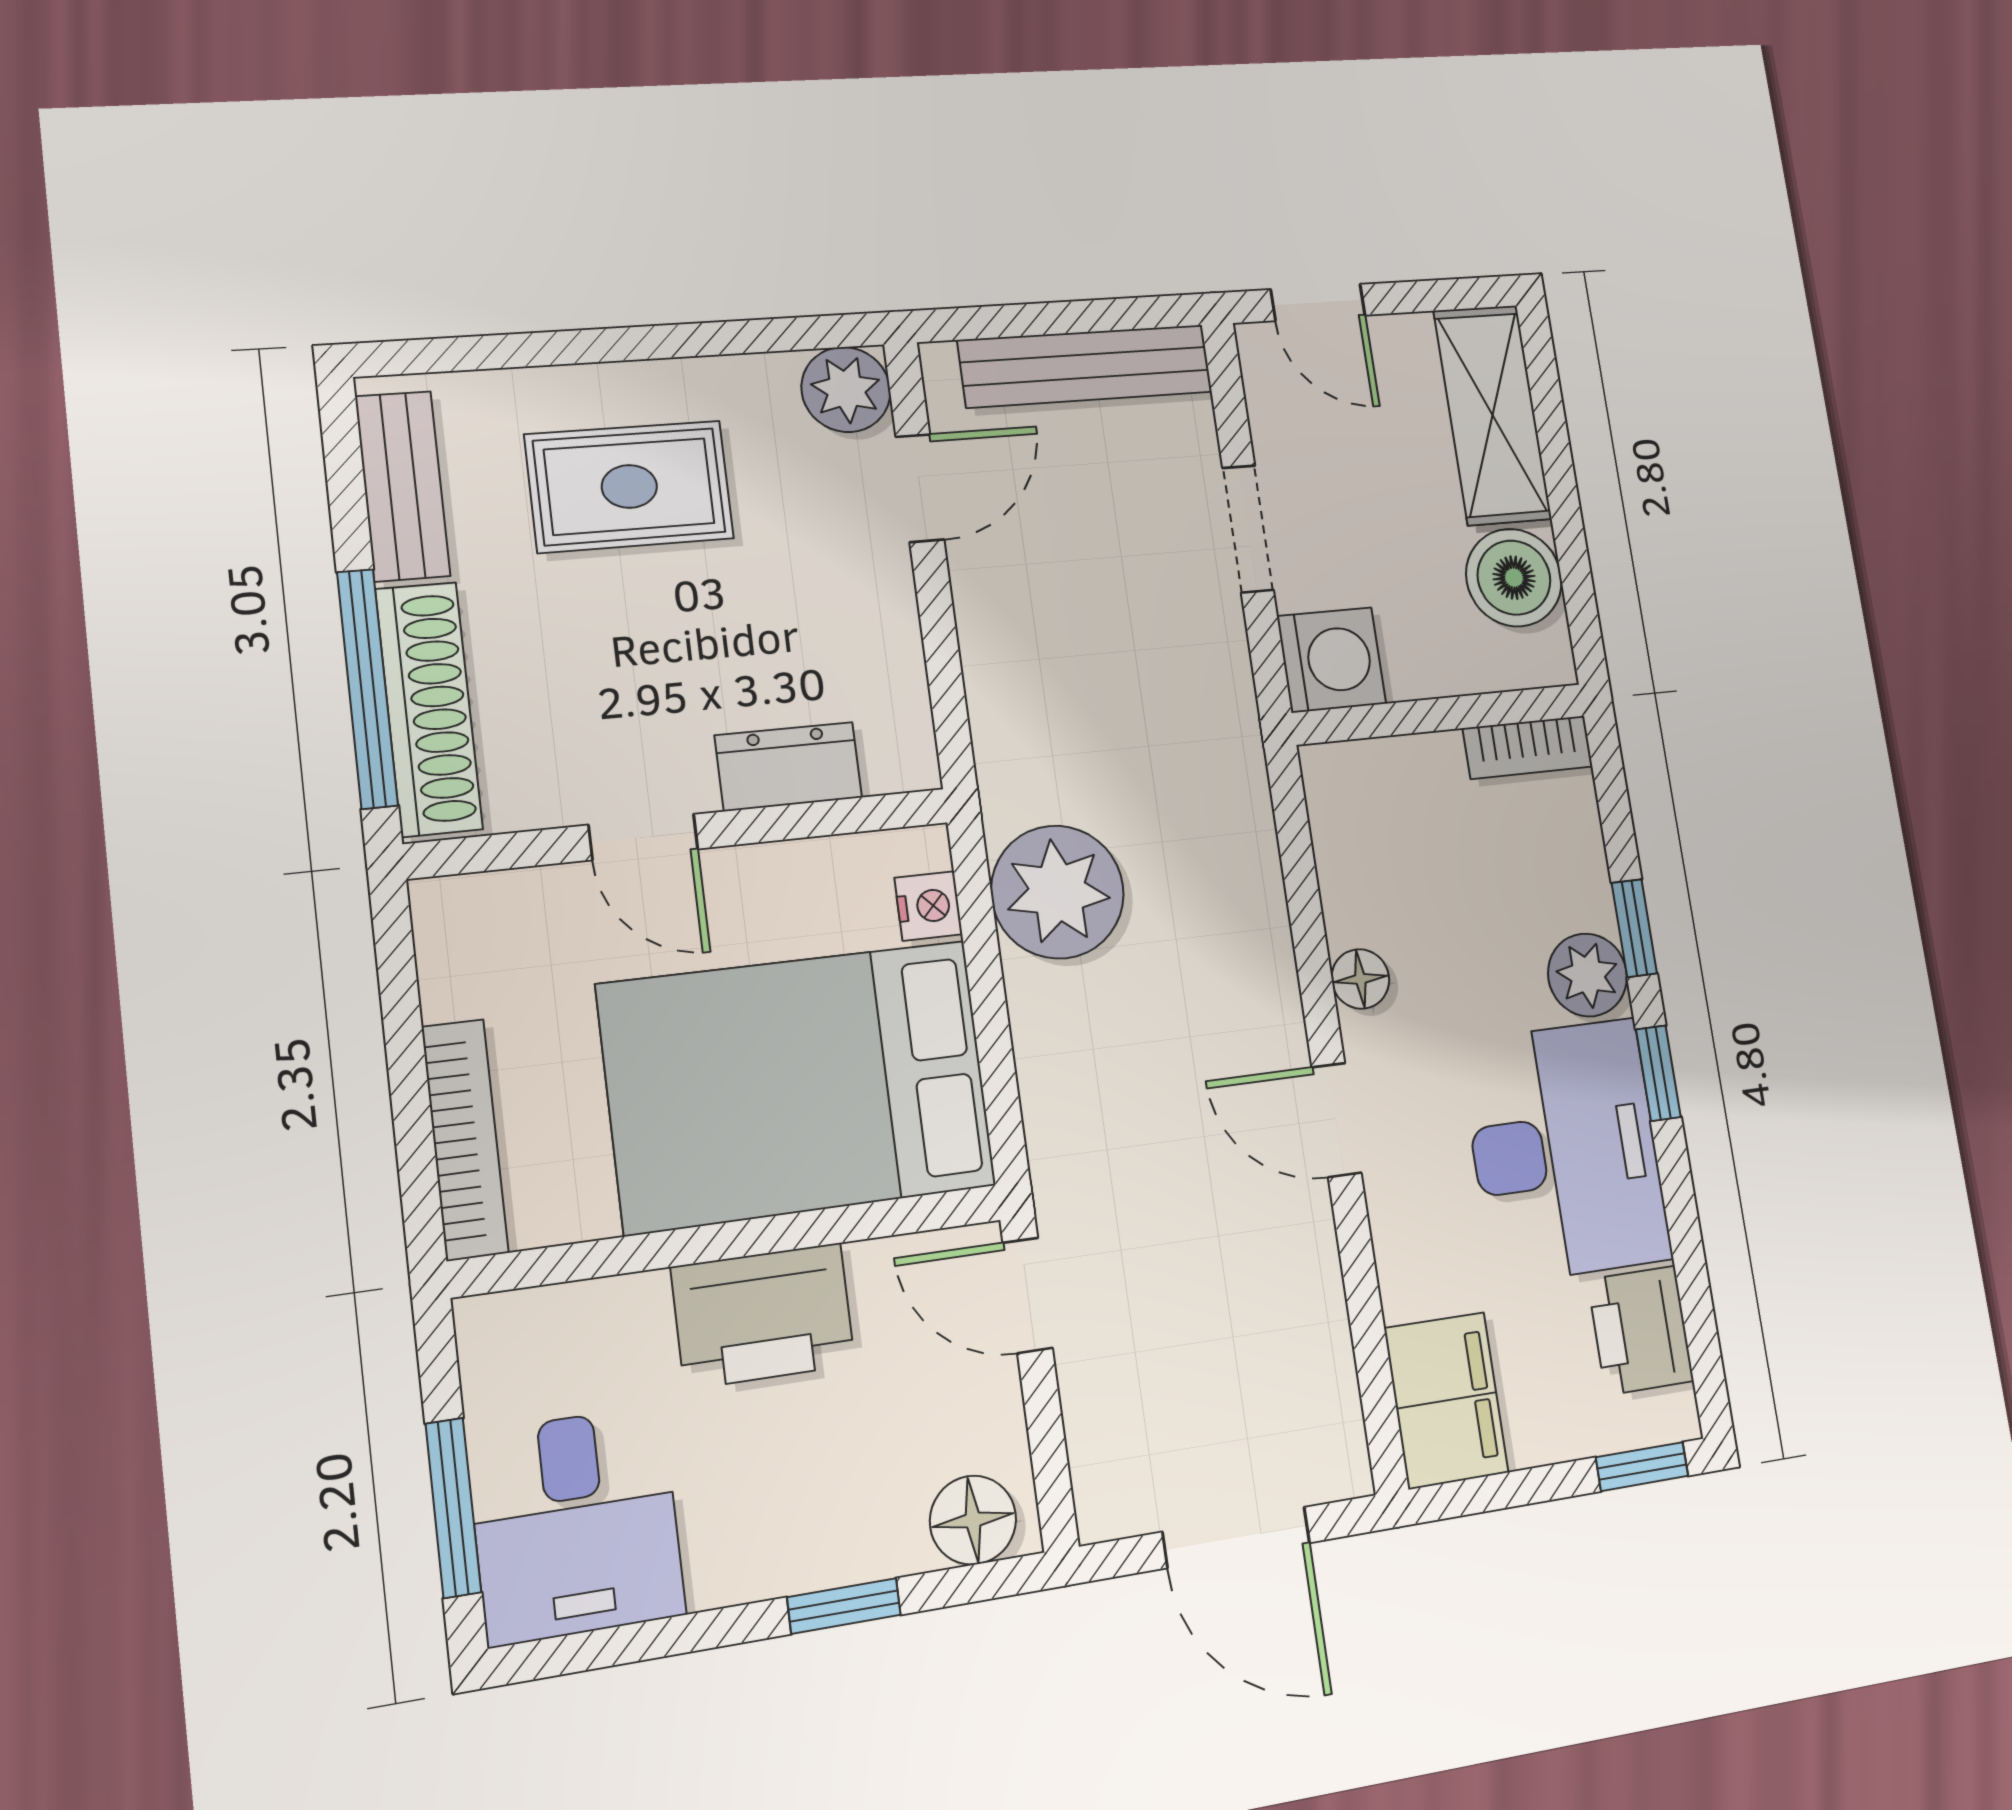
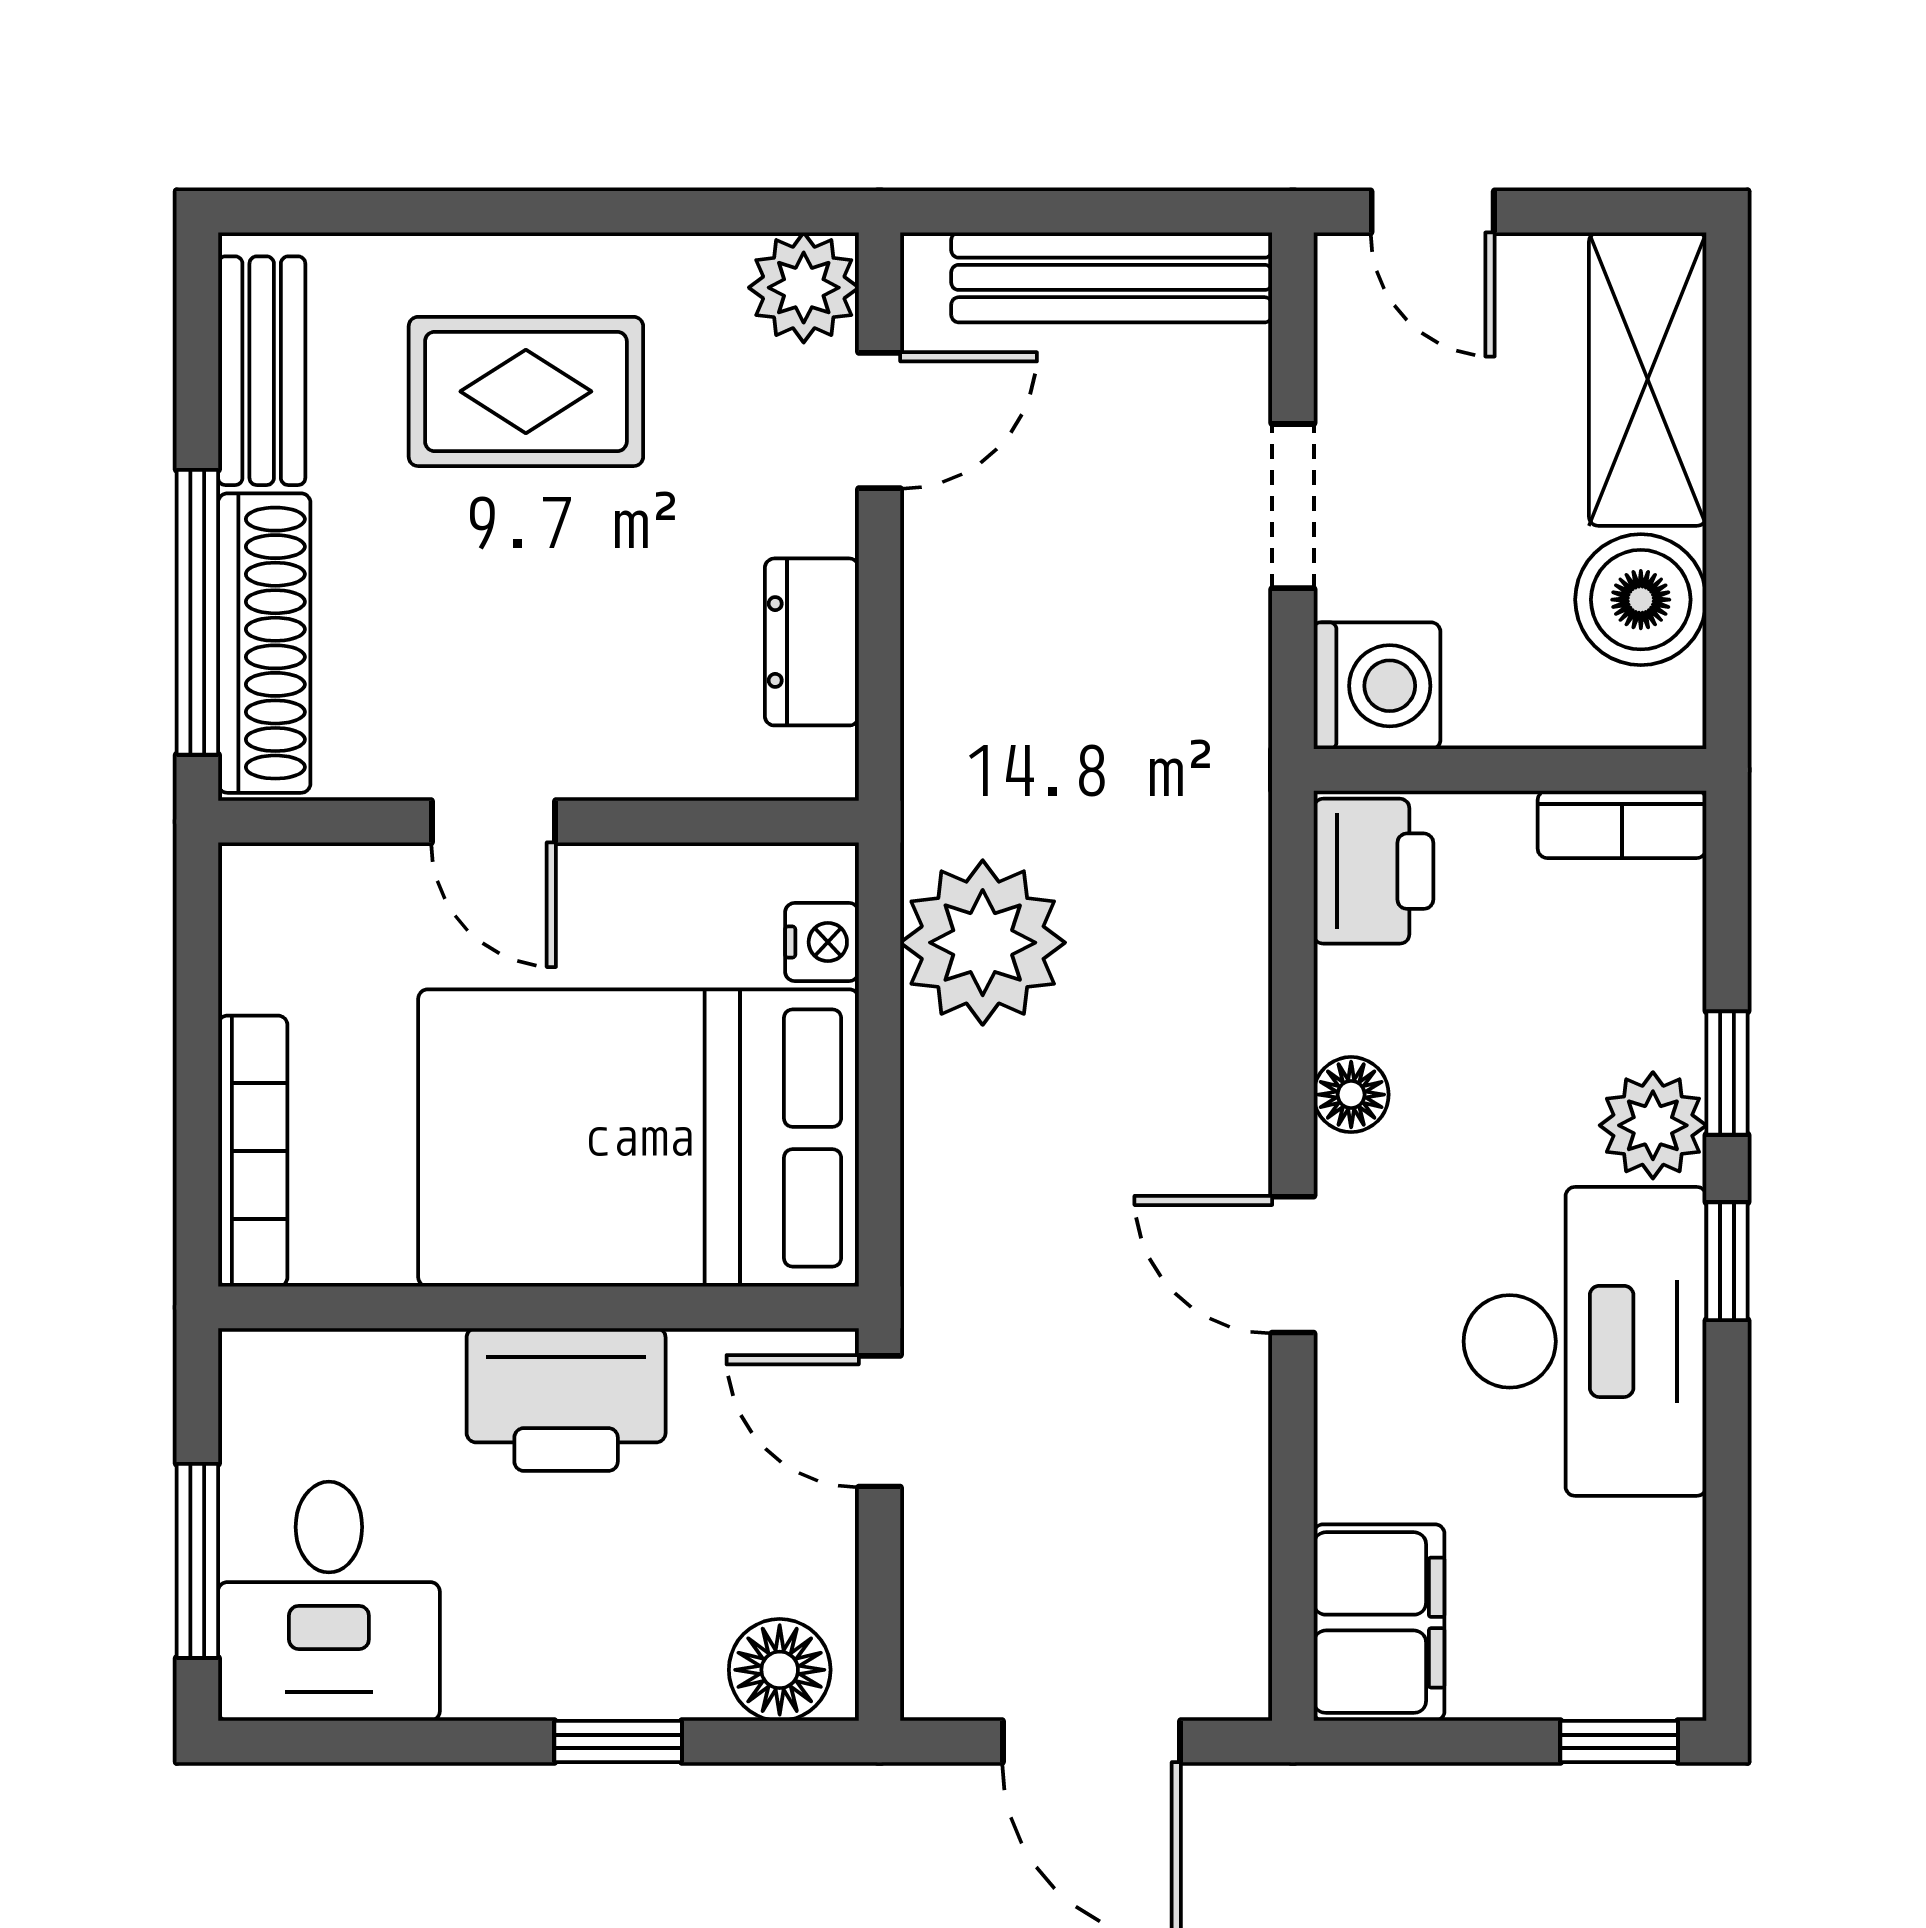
dresser: (788, 766) -> (812, 642), moved, turned -90
printer: (1641, 1330) -> (1373, 871), moved, turned 180

